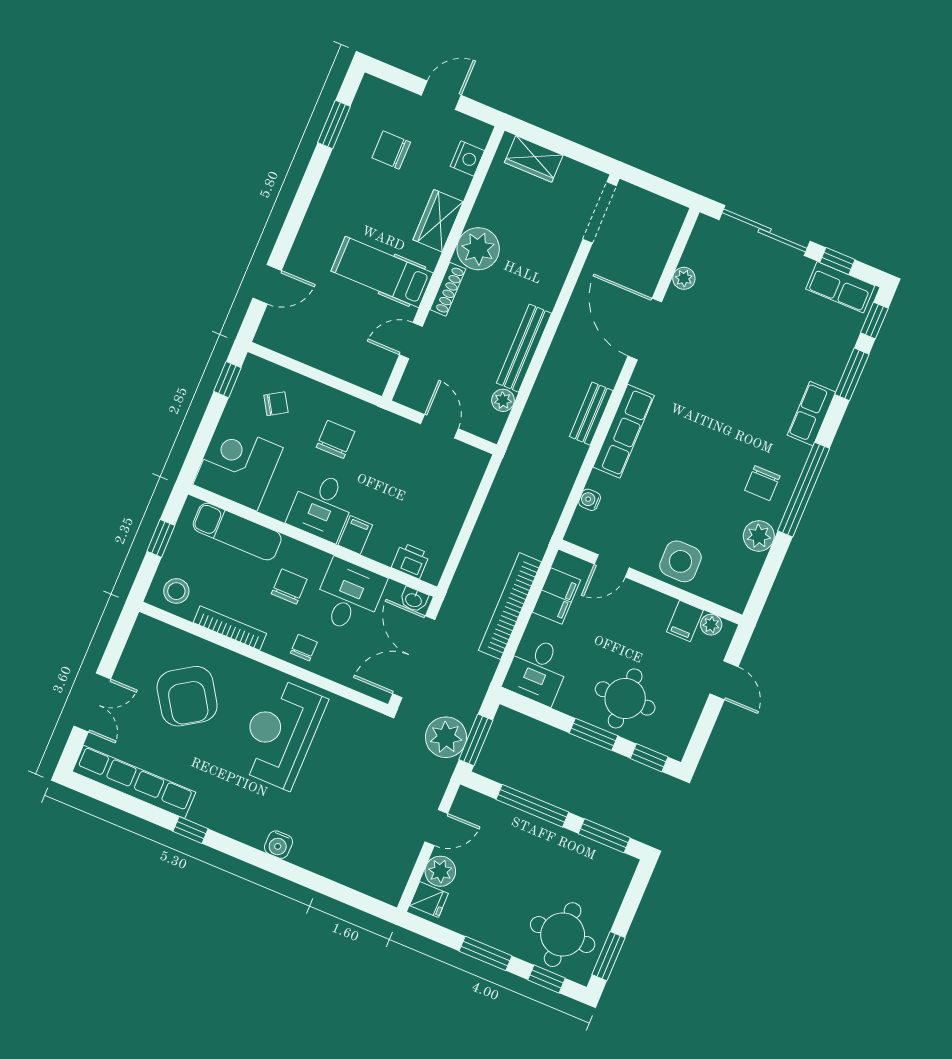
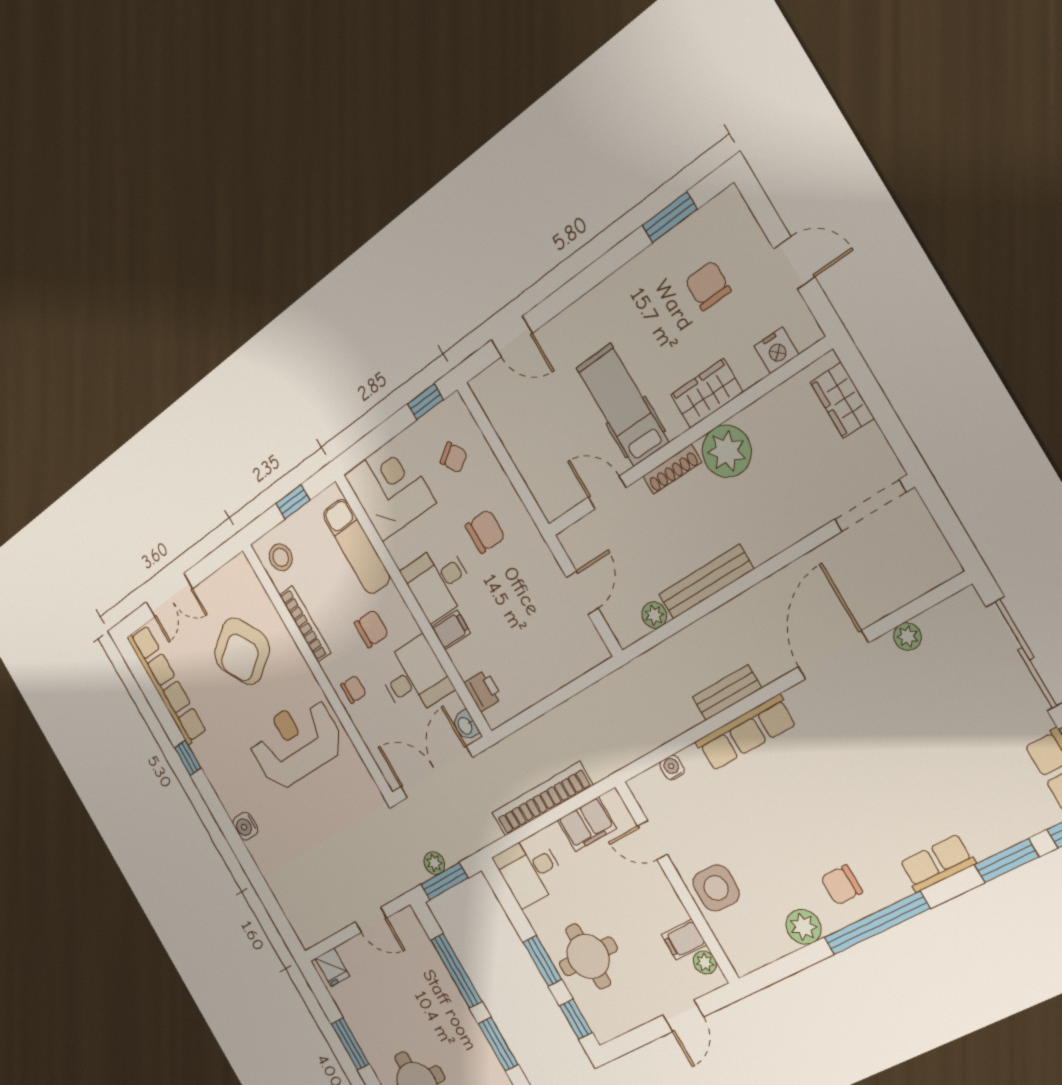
plant: (446, 737) -> (434, 863), width x0.53, depth x0.53
plant: (440, 871) -> (354, 955), removed

